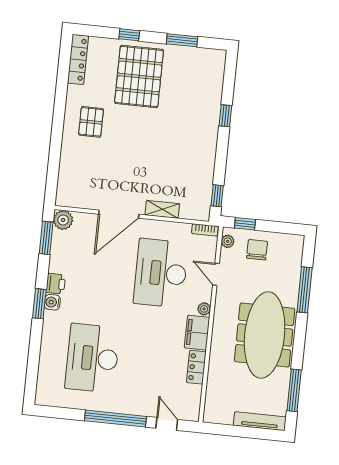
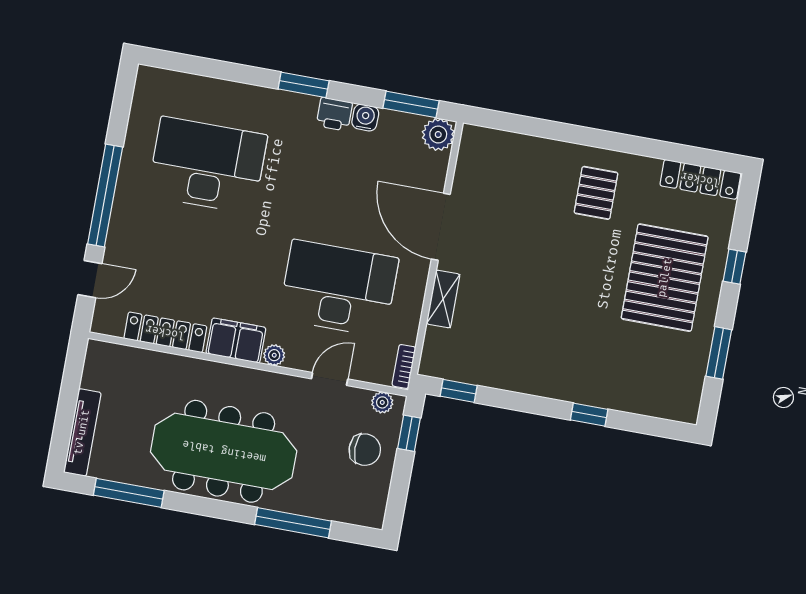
pallet: (139, 76) -> (665, 278), turned 90
pallet: (91, 122) -> (596, 193), turned 90
water cooler: (52, 302) -> (365, 118), moved
locker: (196, 367) -> (165, 332), width x1.53

